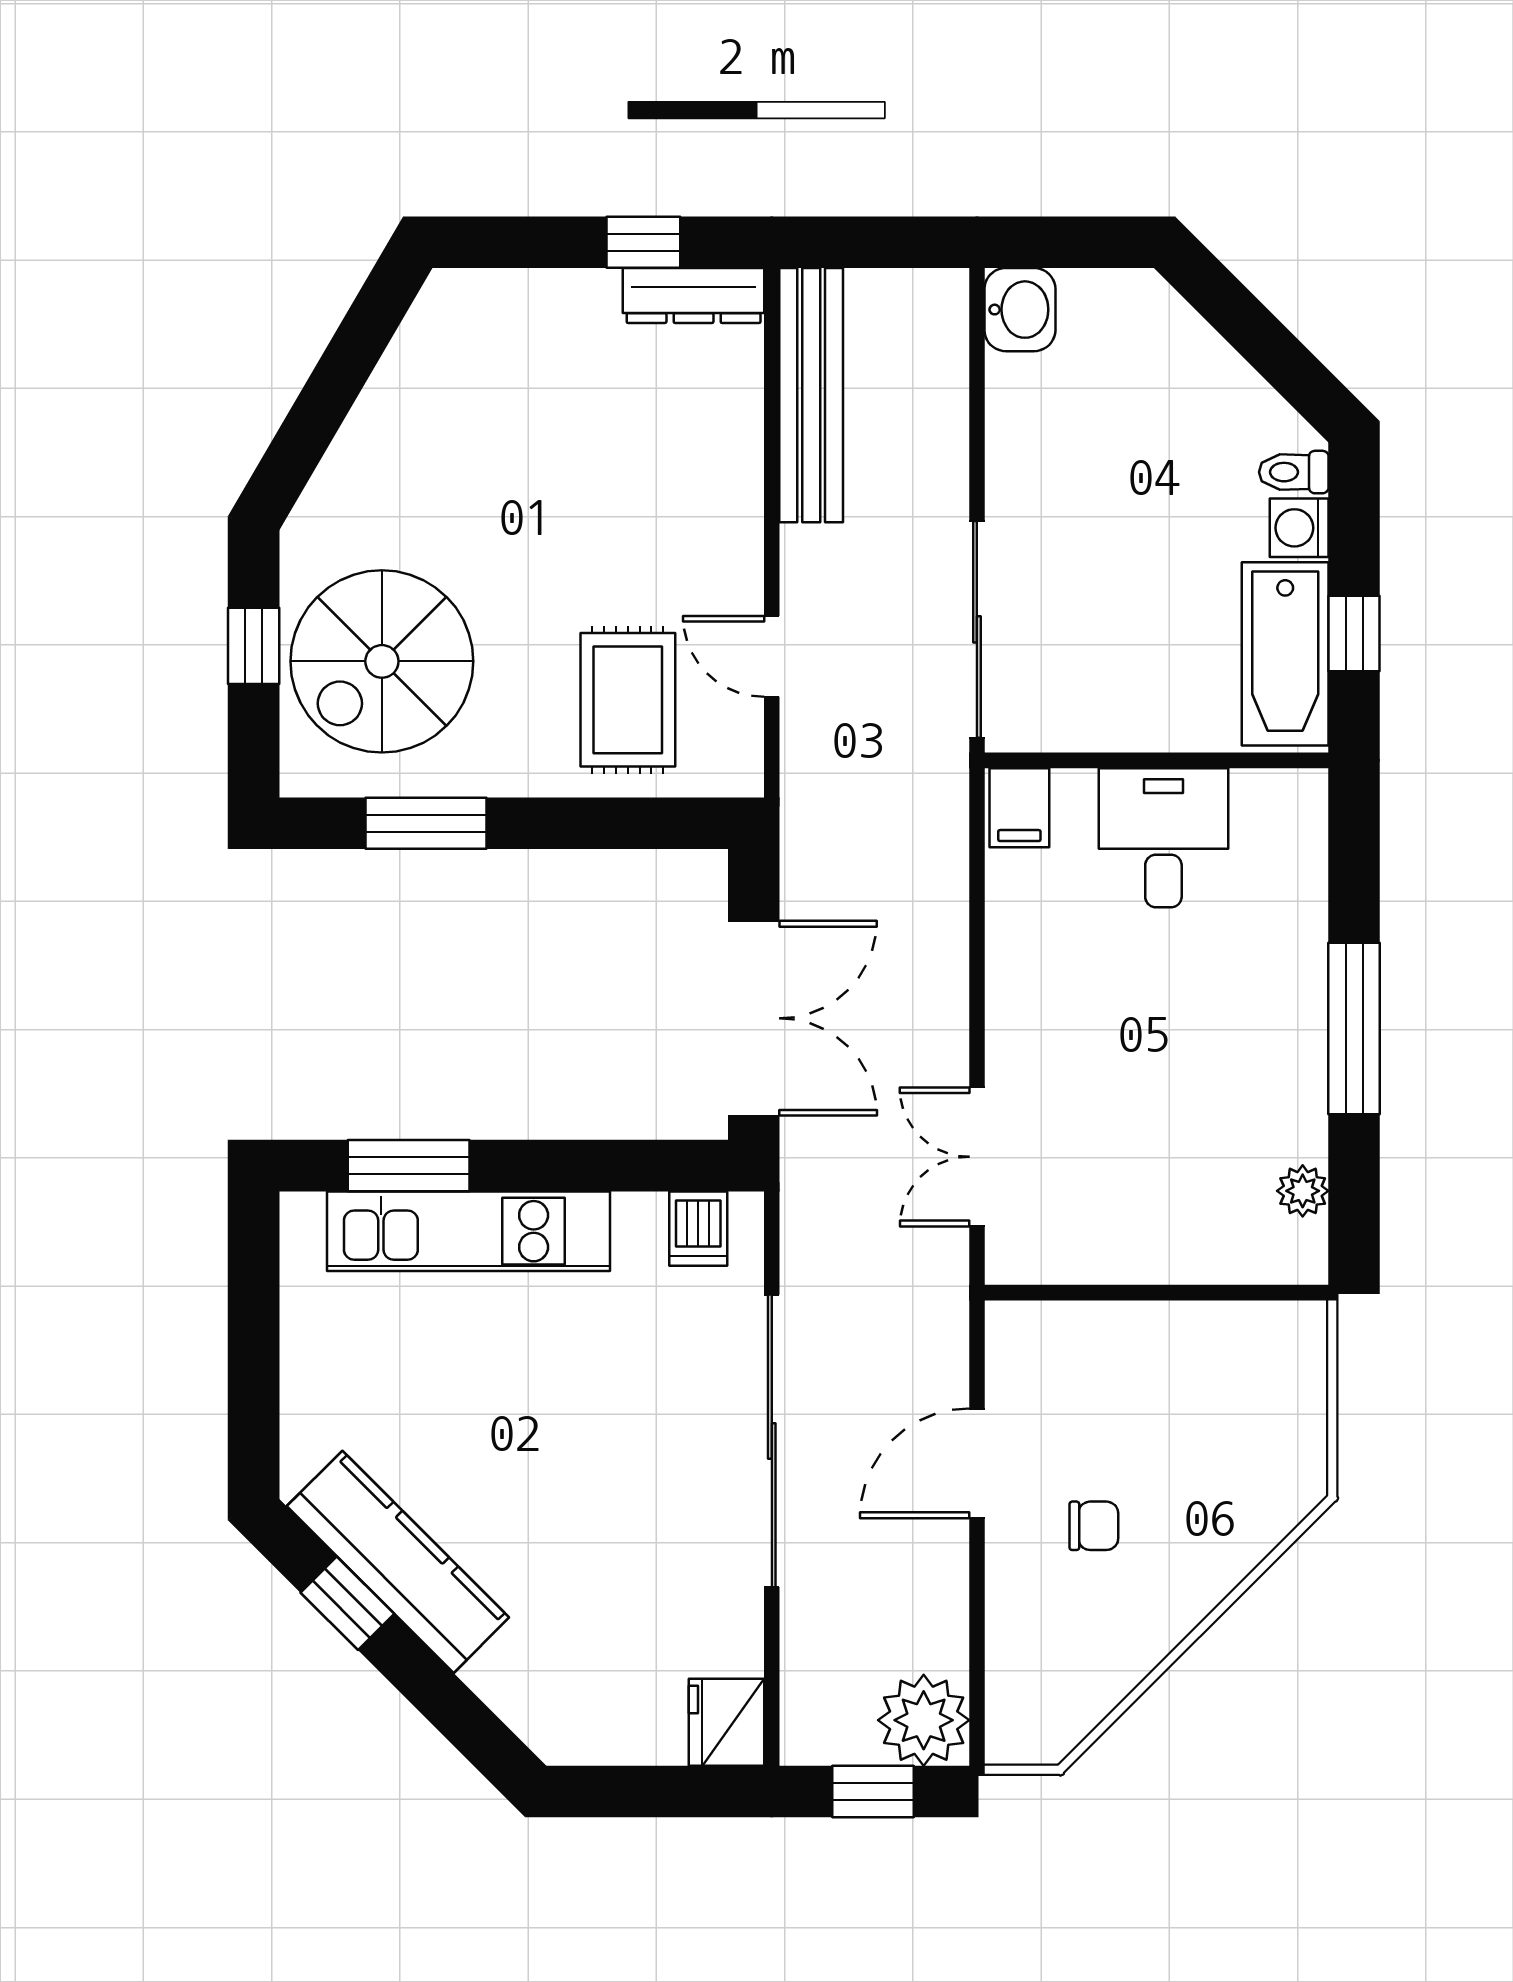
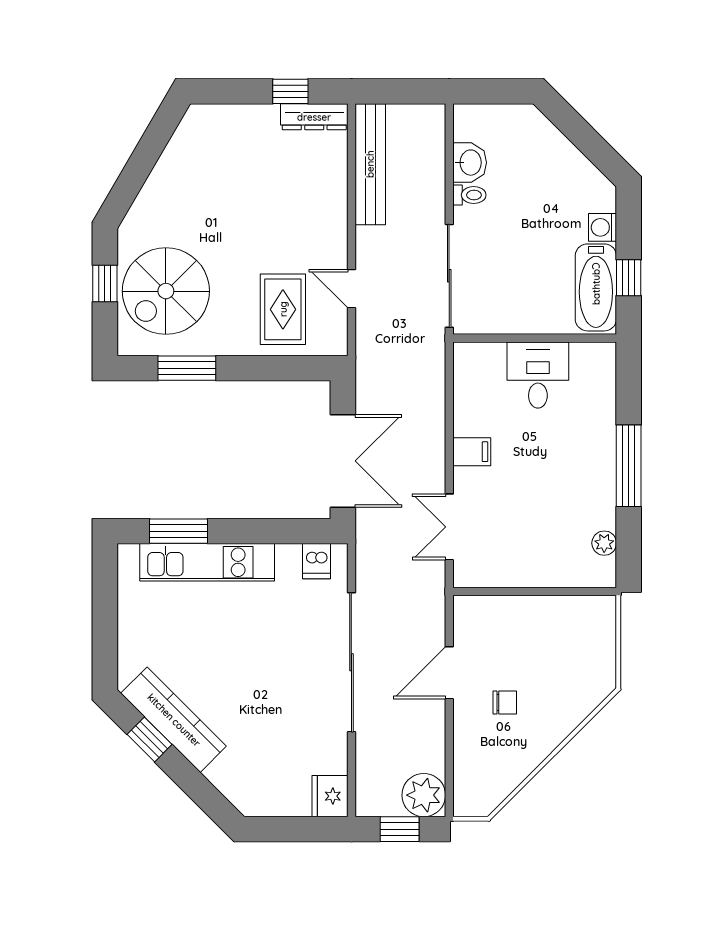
washbasin: (1020, 310) -> (470, 163), moved
toilet: (1294, 472) -> (469, 195), moved, turned 180
filing cabinet: (1019, 808) -> (472, 452), moved, turned -90

